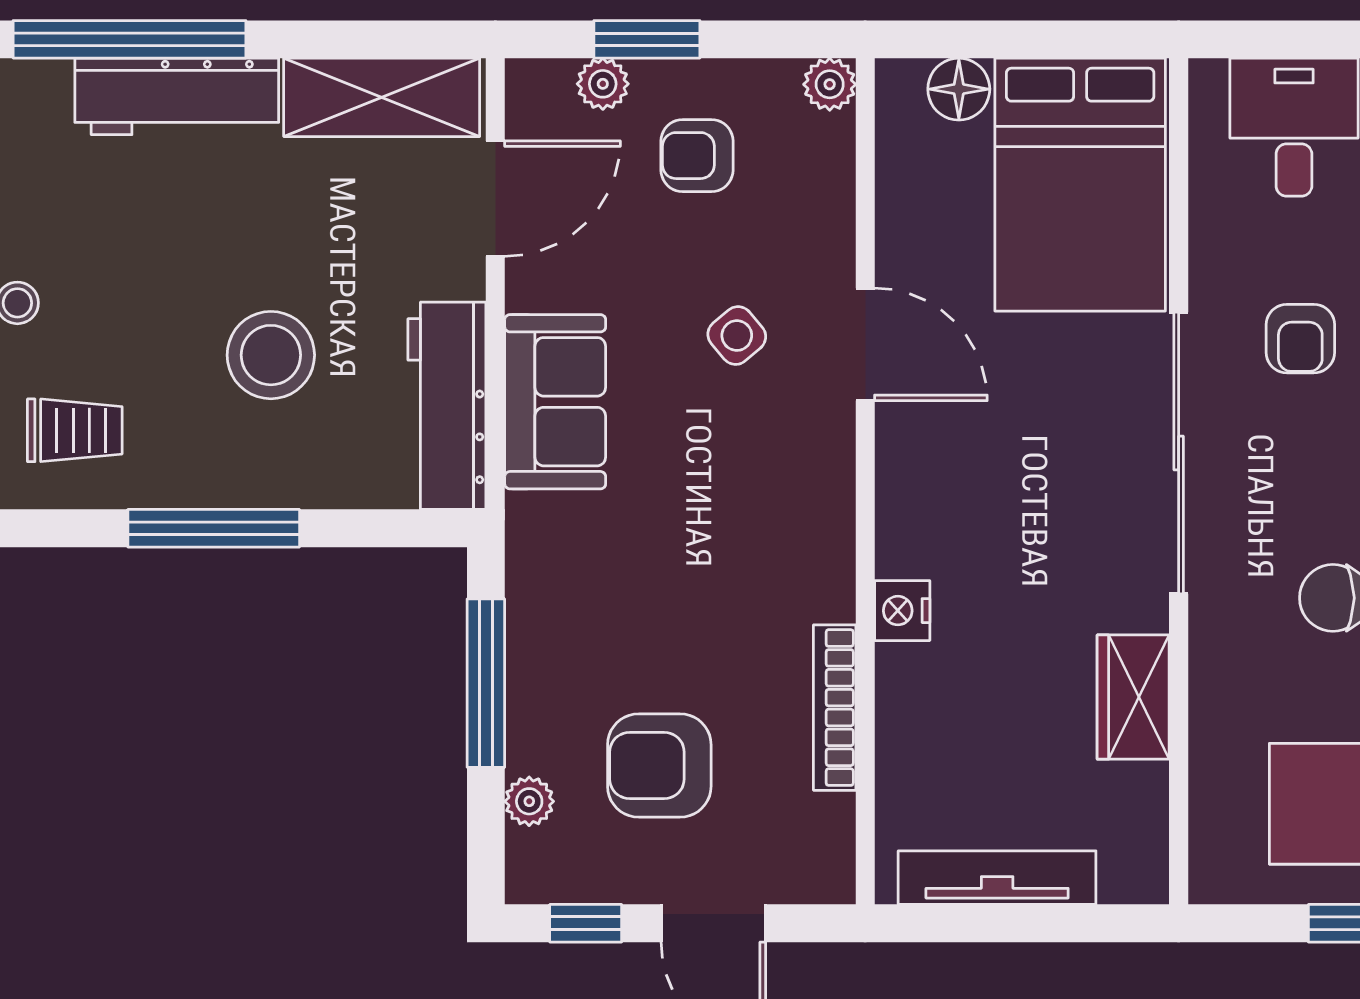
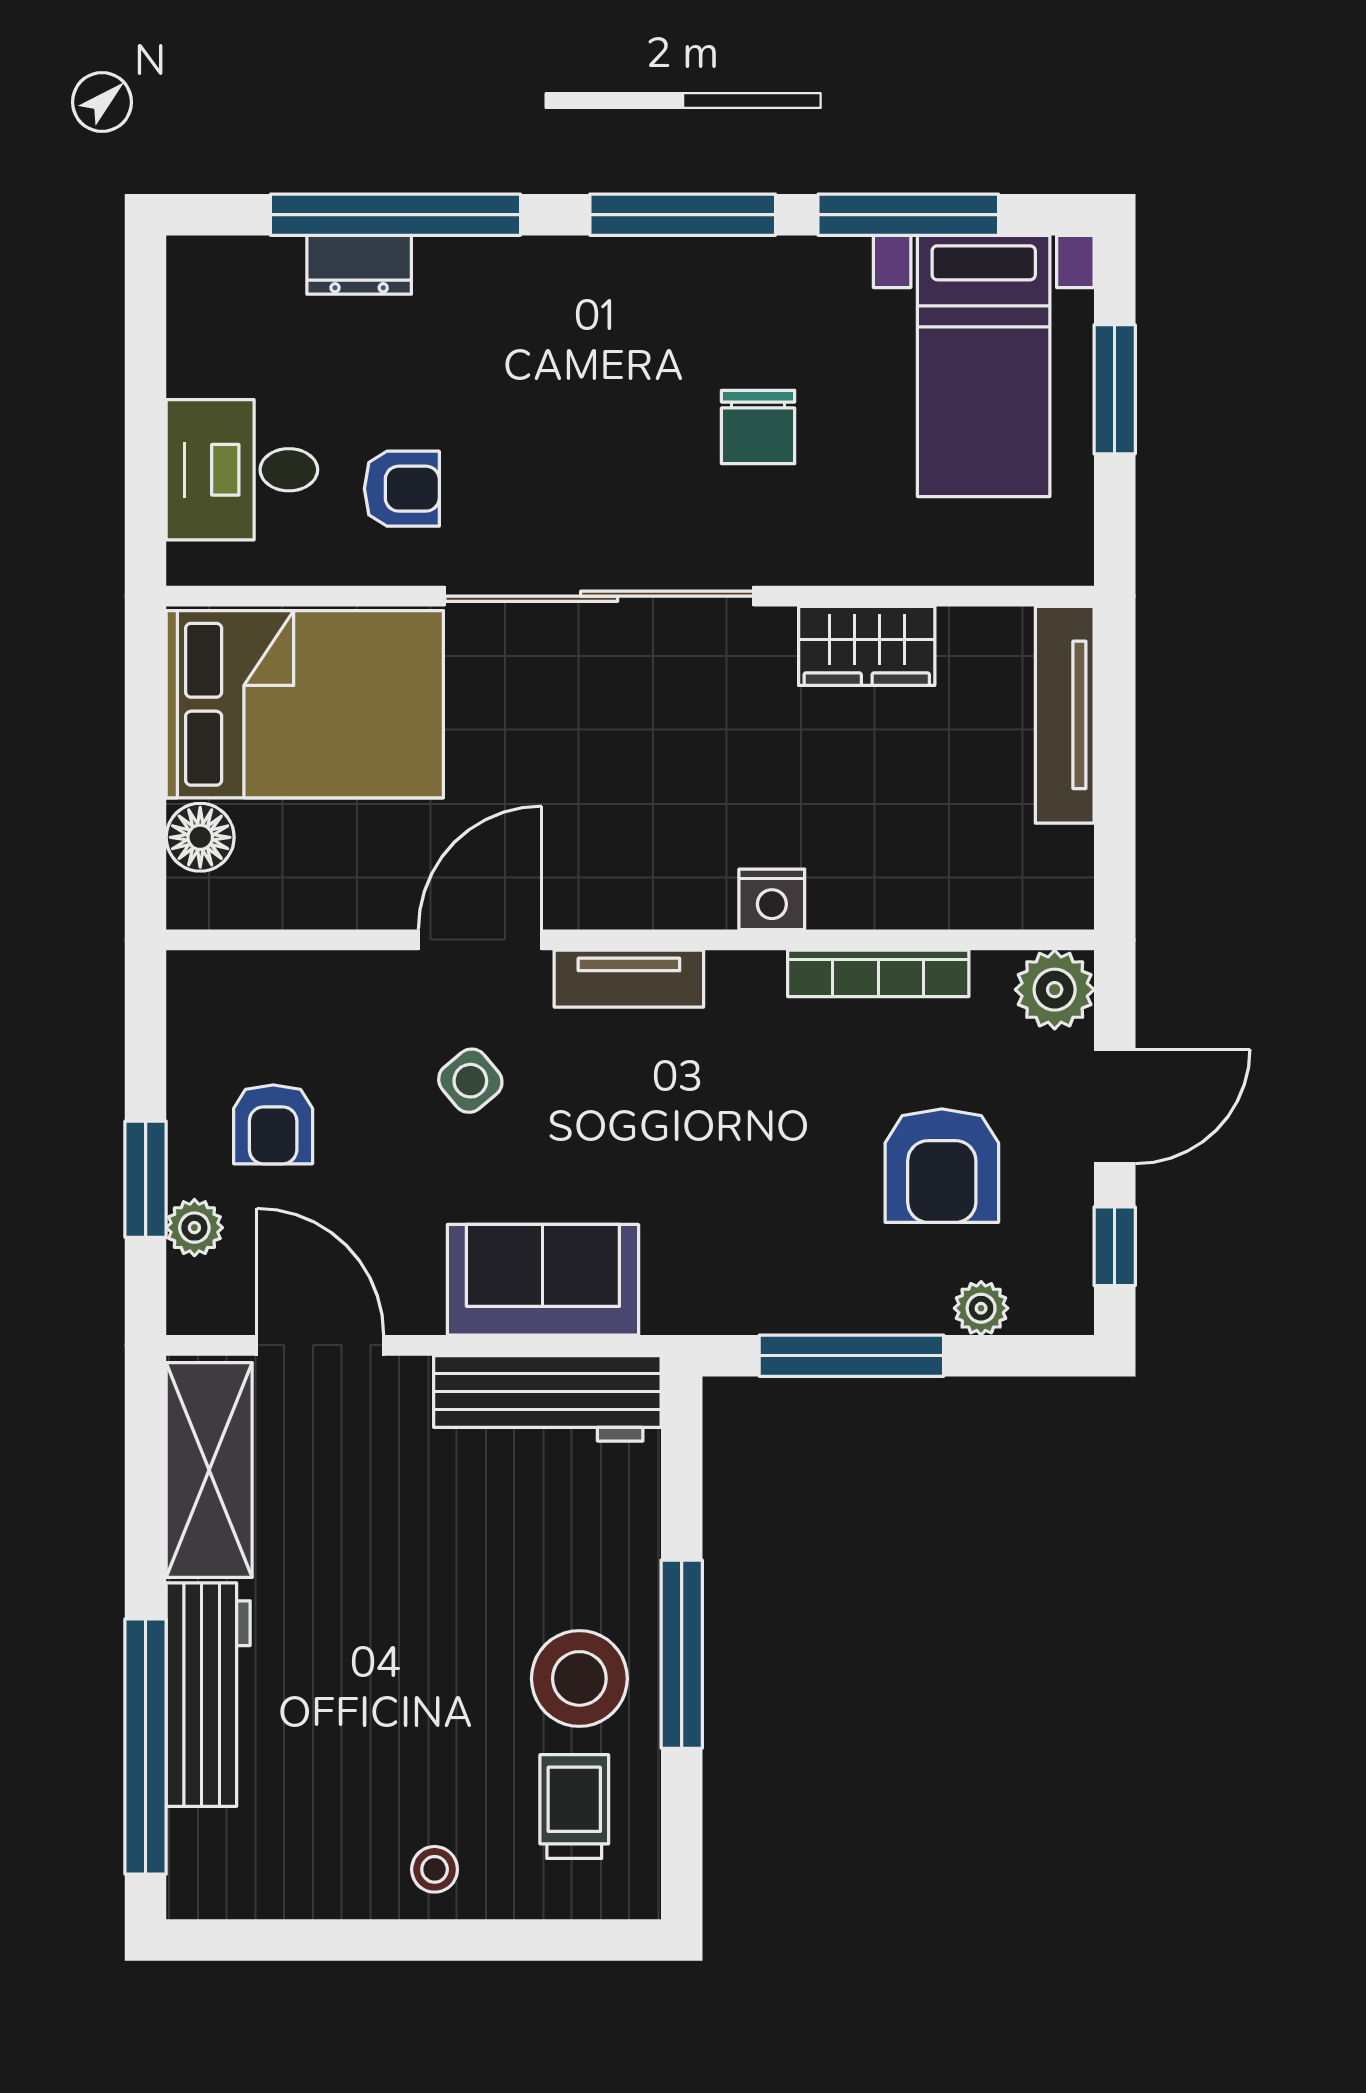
plant: (830, 84) -> (1055, 990), moved, width x1.38, depth x1.38
armchair: (1300, 339) -> (402, 489), moved
stool: (271, 355) -> (579, 1678), moved
tv unit: (830, 480) -> (629, 979), added
tv unit: (997, 878) -> (1065, 715), moved

